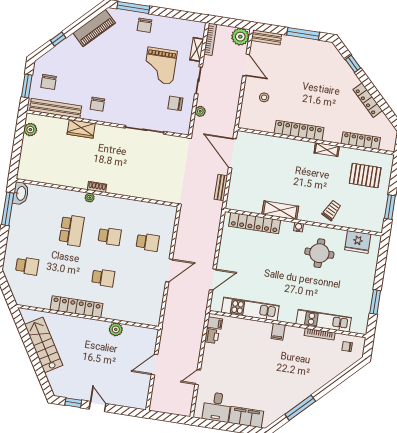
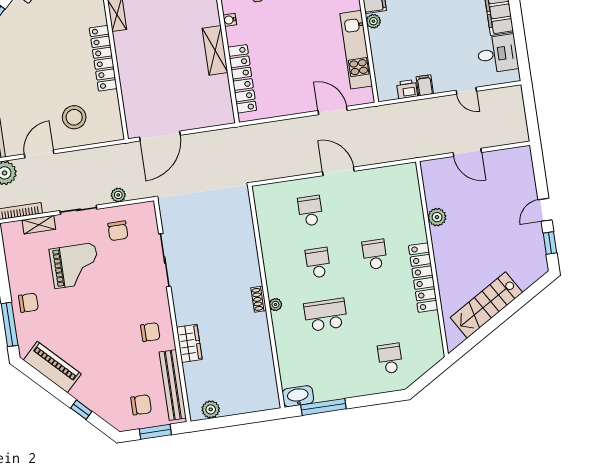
stool: (264, 97) -> (74, 117), width x1.89, depth x1.89
bench: (221, 188) -> (209, 137), removed
filing cabinet: (215, 323) -> (425, 85), moved
plant: (266, 327) -> (373, 21), added

